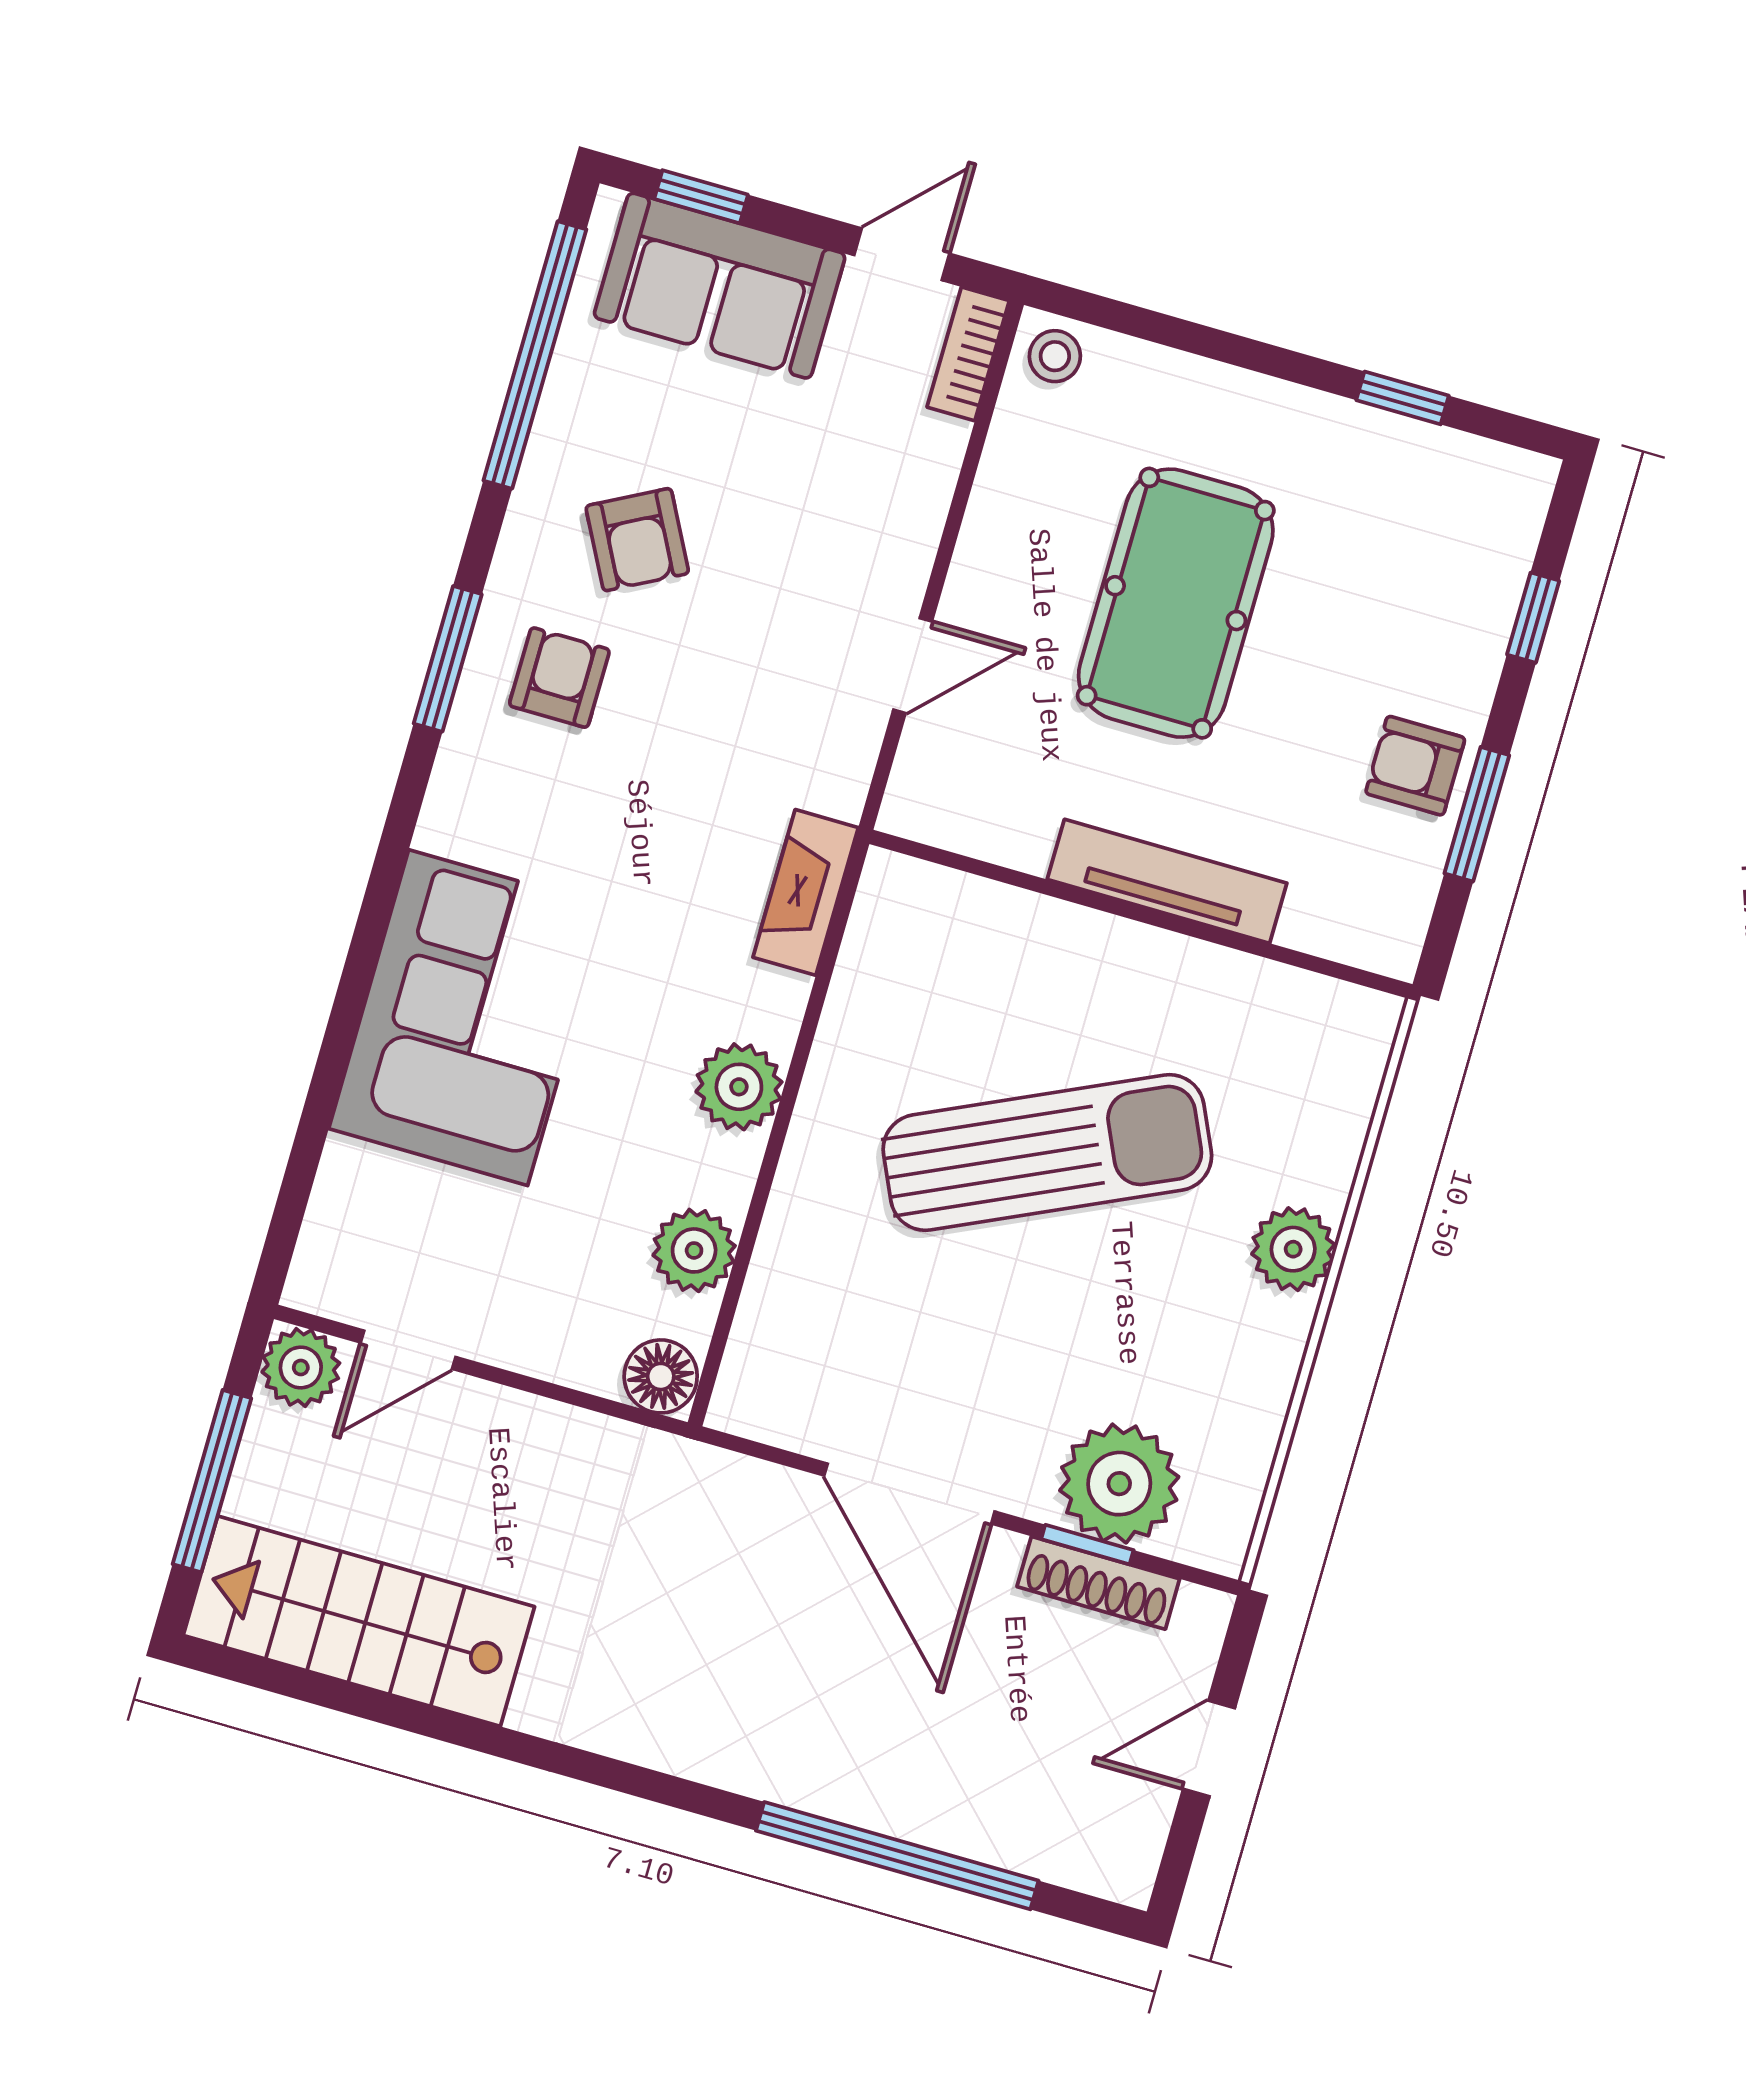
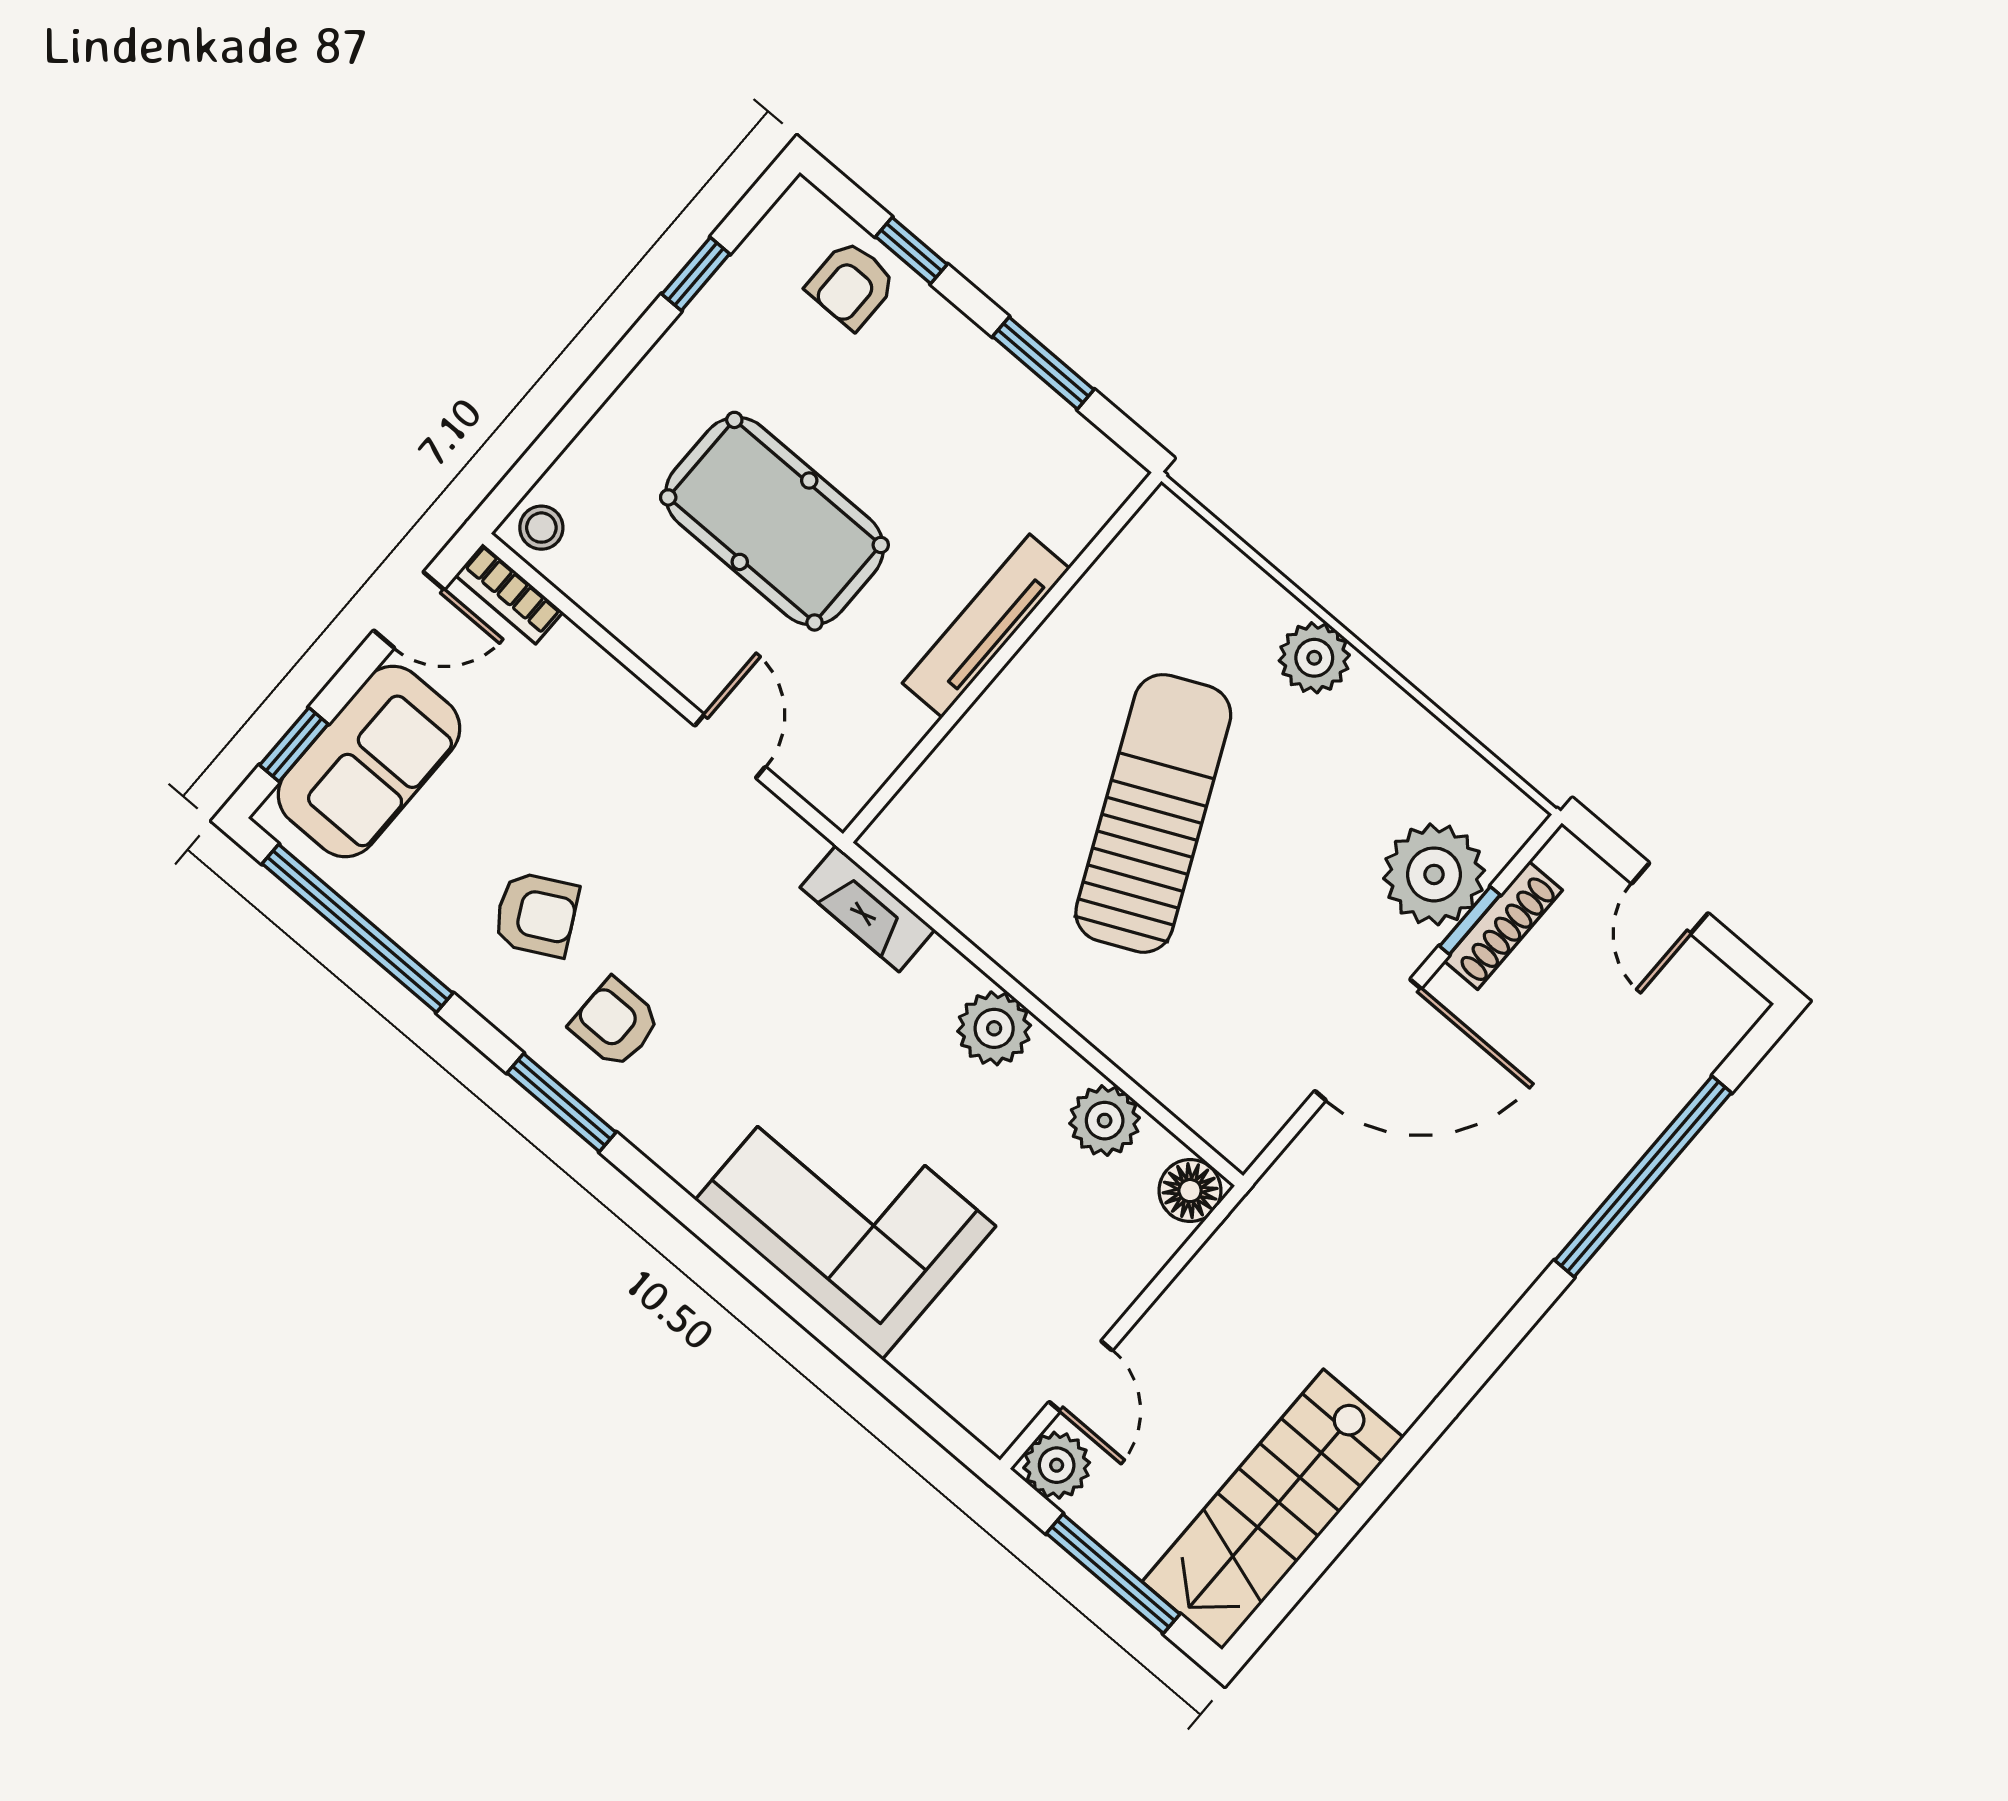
door: (902, 254) -> (409, 610), swing flipped
armchair: (1415, 766) -> (851, 285), moved

